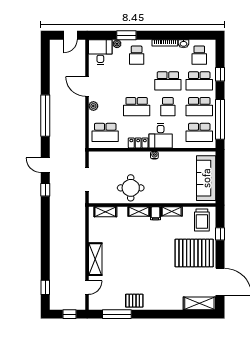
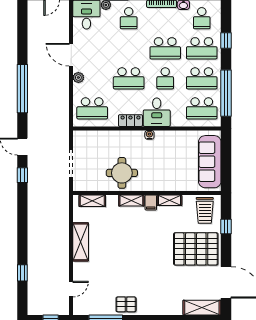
shelving: (95, 259) -> (81, 242), moved
window: (45, 287) -> (22, 273), moved

